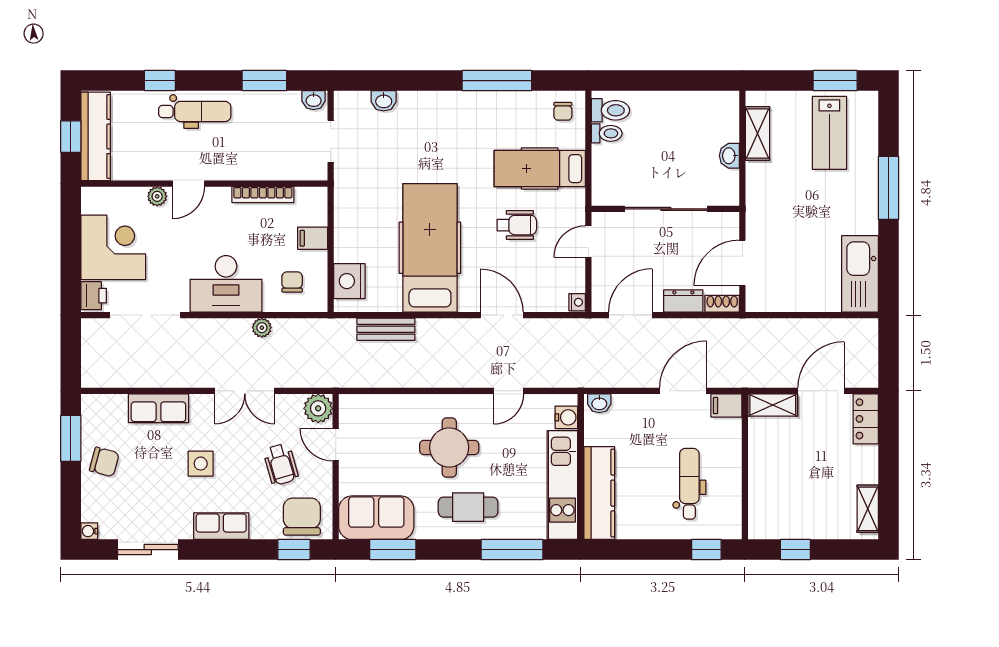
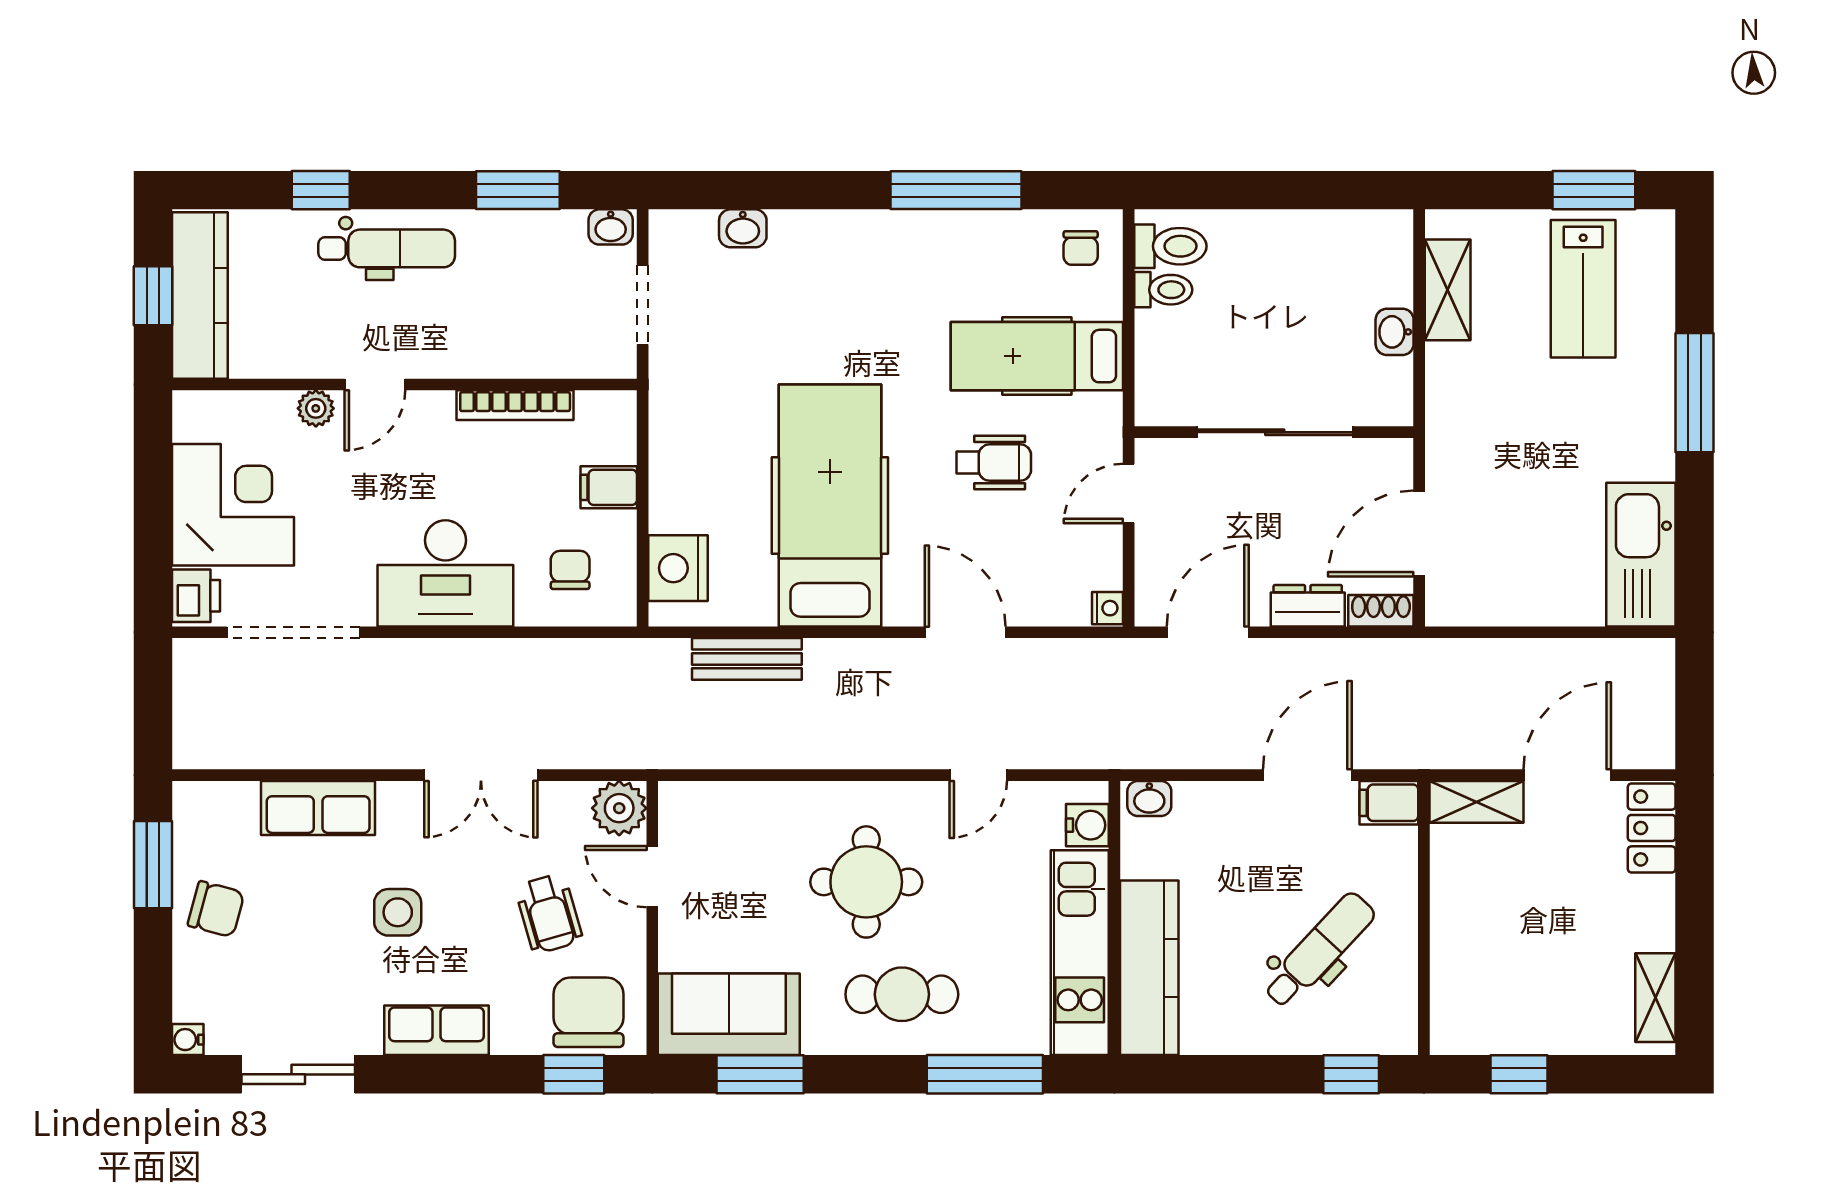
plant: (262, 328) -> (513, 656), removed
dental chair: (689, 484) -> (1319, 950), turned 43

